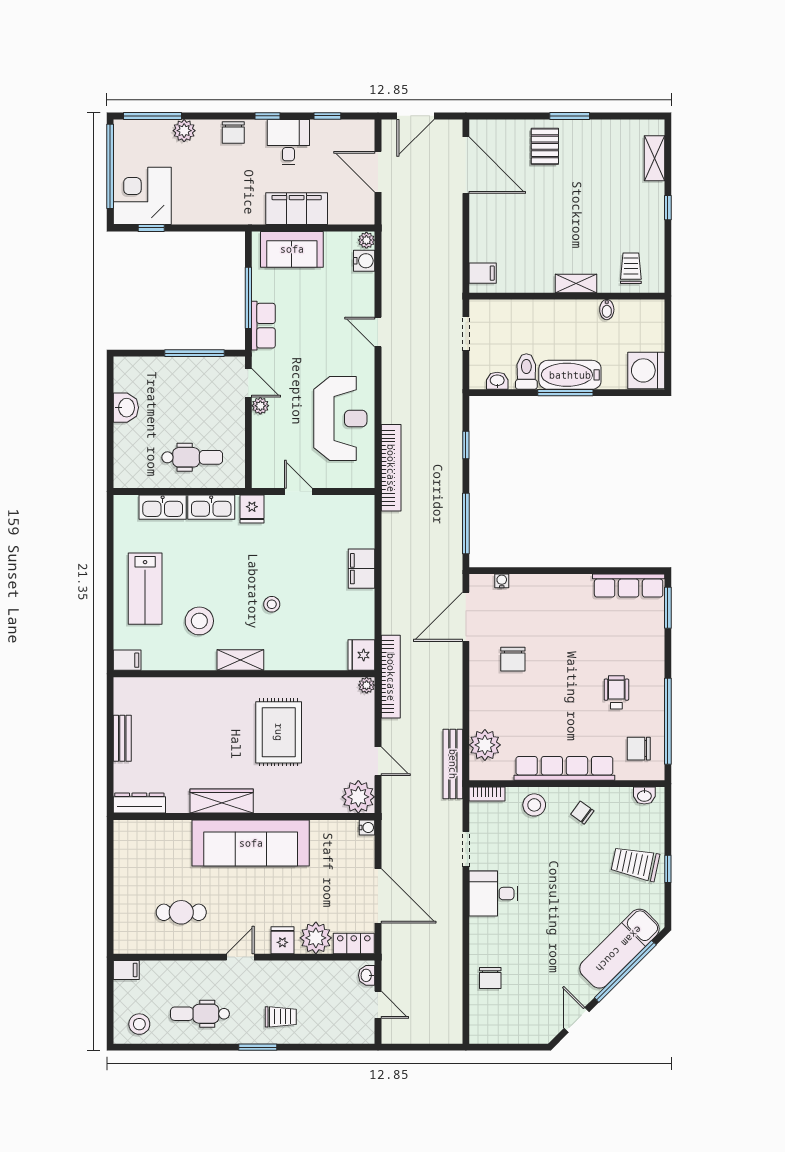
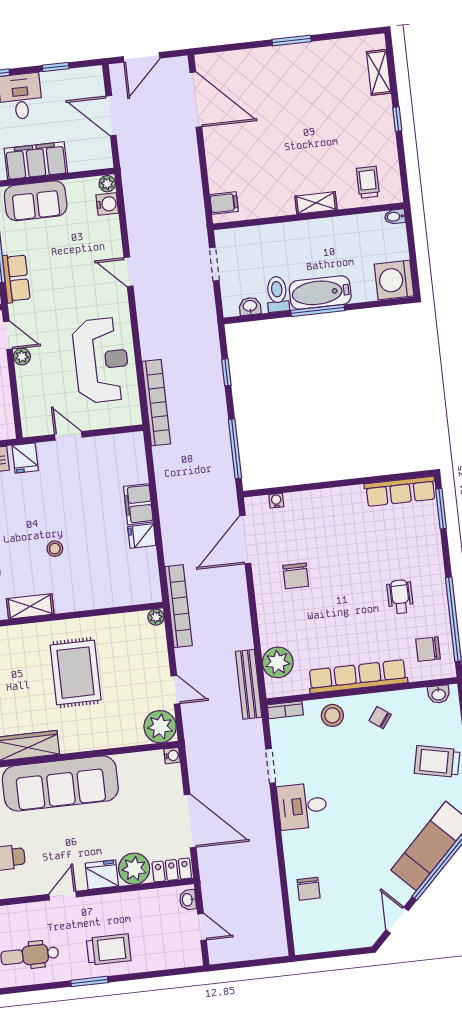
pallet: (545, 146) -> (271, 73), removed
bidet: (607, 310) -> (395, 217), moved, turned 90
fridge: (361, 655) -> (142, 536), moved, width x0.72
fridge: (282, 940) -> (102, 875), width x1.38
trolley: (281, 1017) -> (109, 949), width x1.36, depth x1.39

